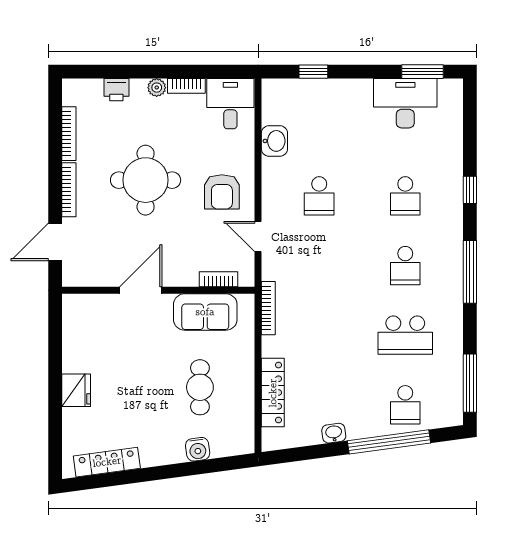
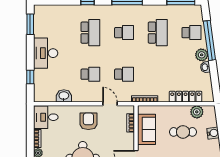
desk: (405, 103) -> (46, 53), moved
armchair: (222, 192) -> (88, 121), turned -90
school desk: (405, 196) -> (90, 33), width x1.85
door: (258, 237) -> (110, 104), swing flipped
school desk: (319, 266) -> (124, 74), added
plant: (241, 416) -> (197, 112), added
plant: (359, 426) -> (202, 55), added

